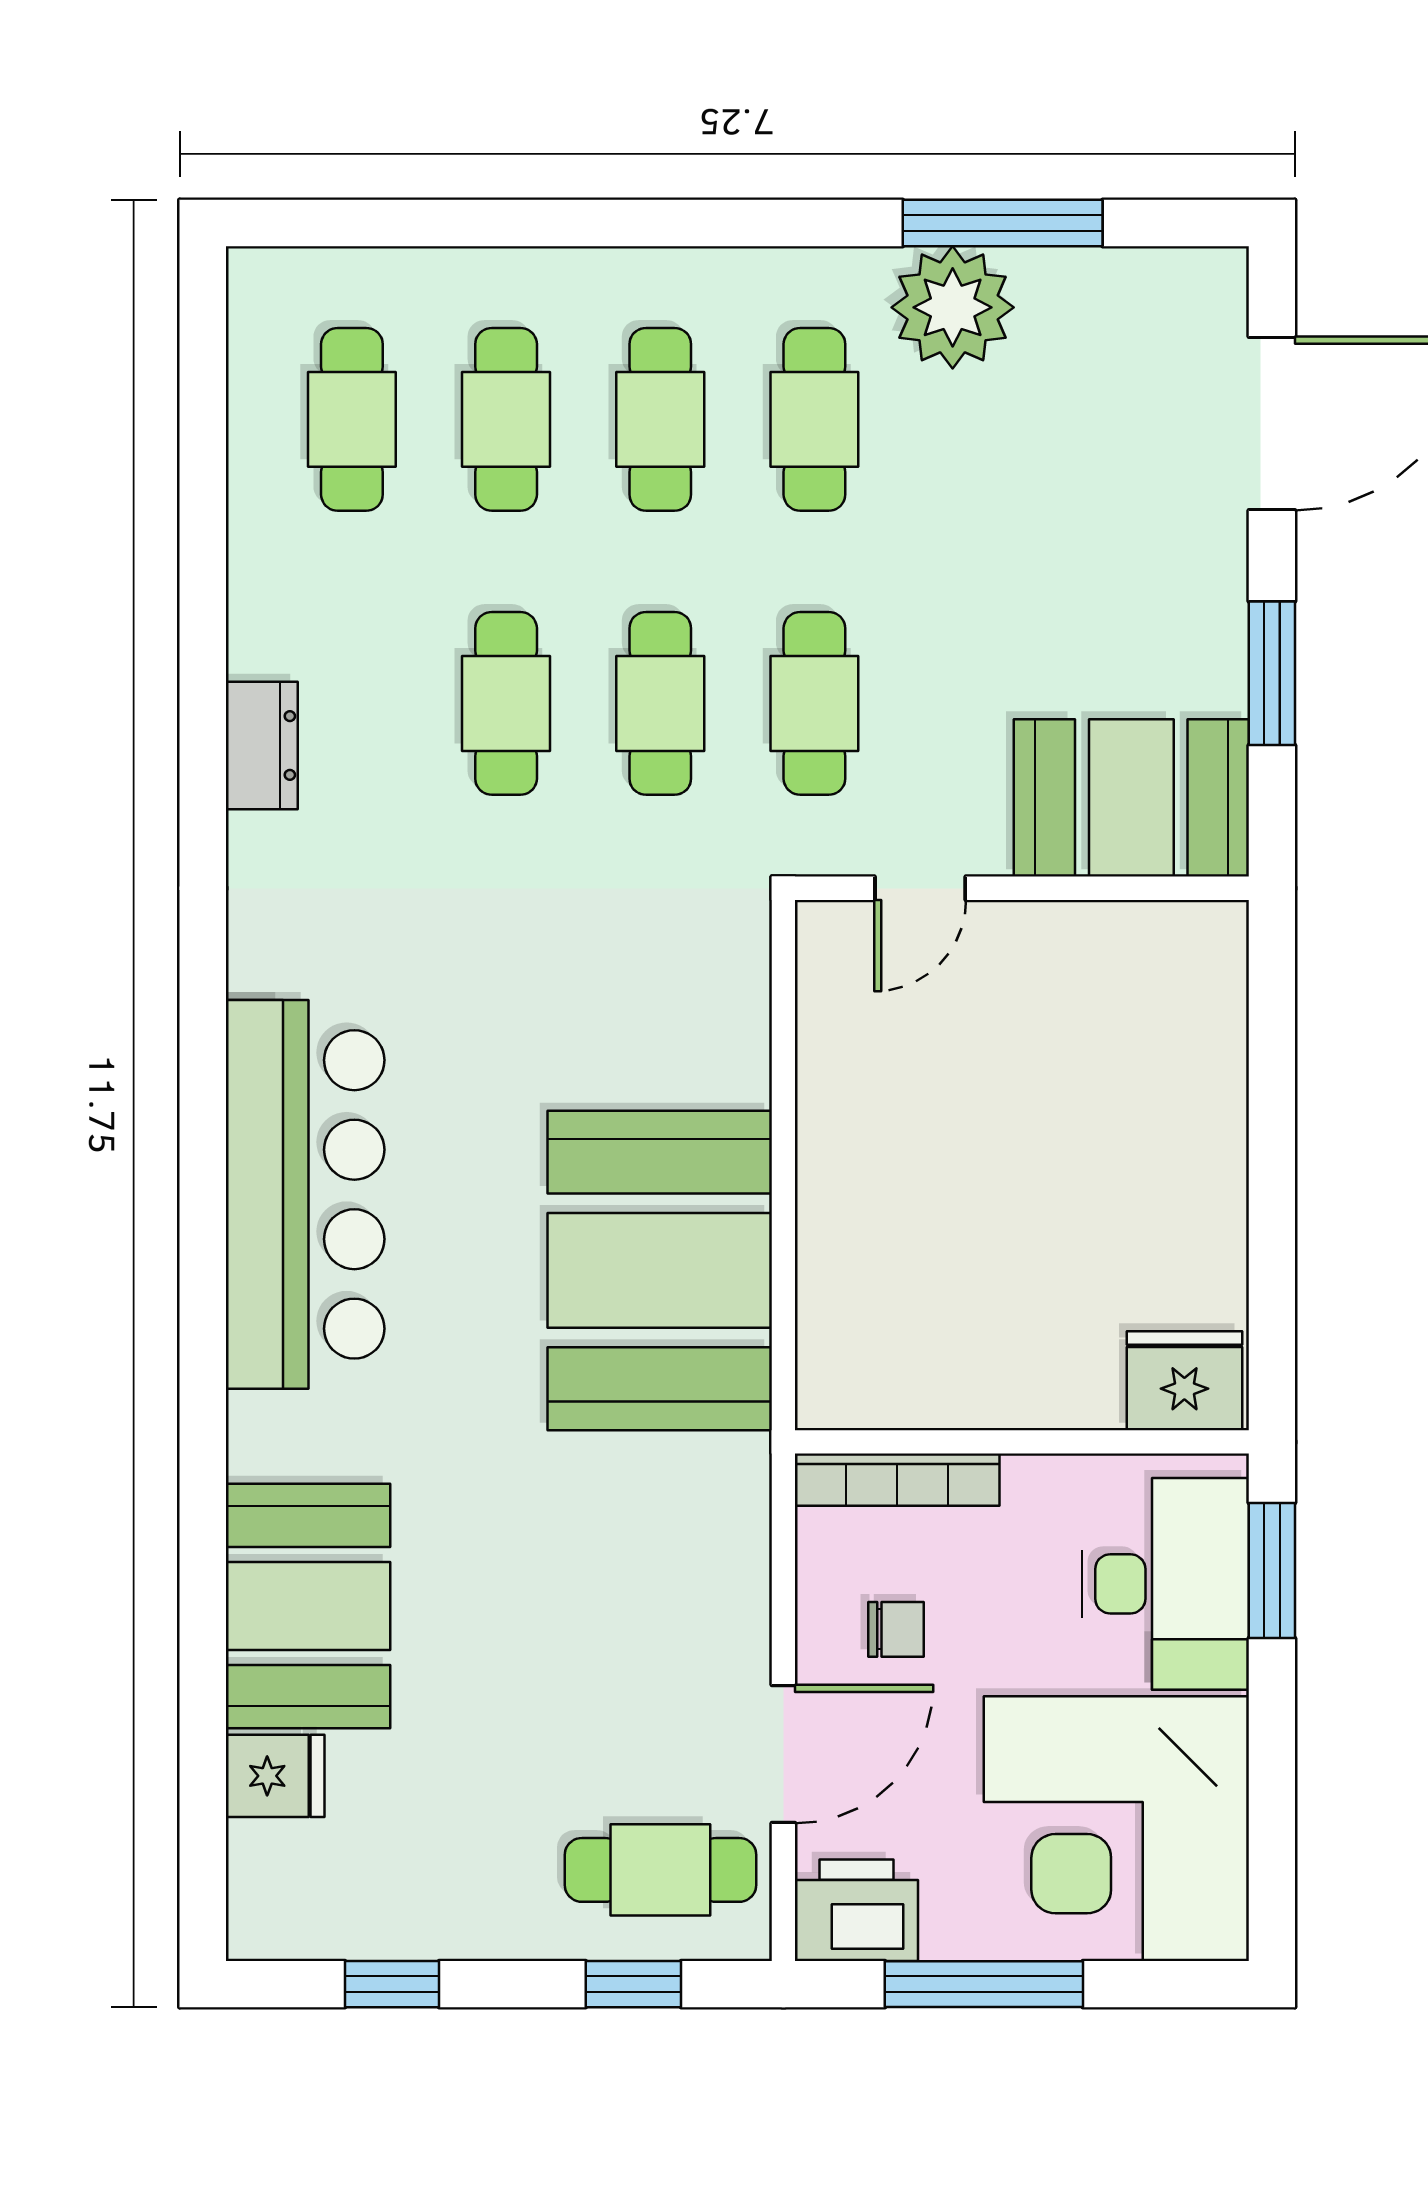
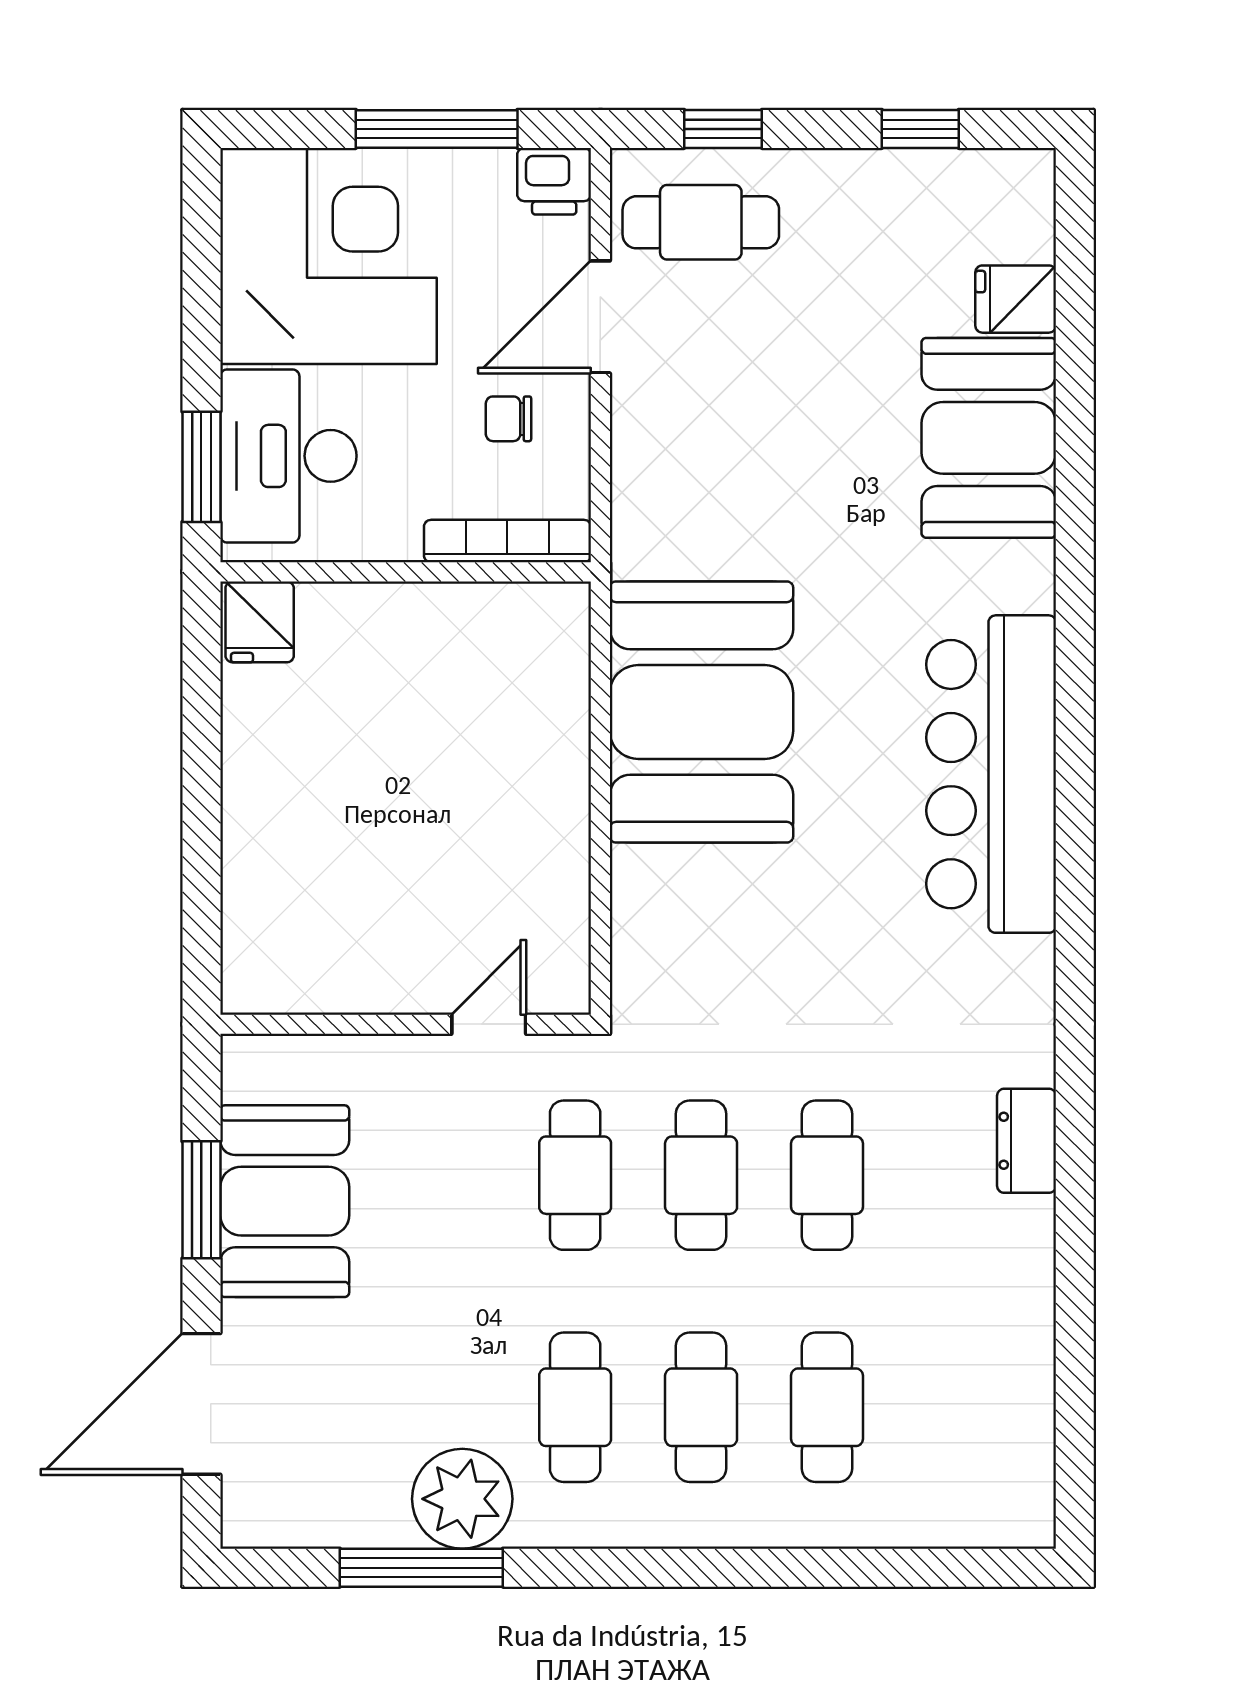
cafe table: (352, 419) -> (953, 1407), removed
booth: (1131, 798) -> (285, 1201), moved, turned 90
fridge: (1184, 1381) -> (260, 622), width x0.72
printer: (856, 1910) -> (554, 181), width x0.73, depth x0.81

